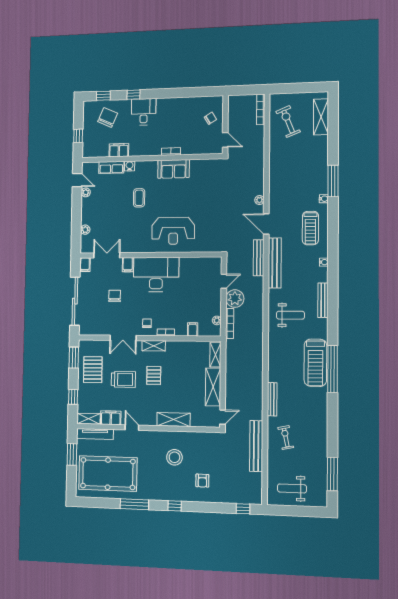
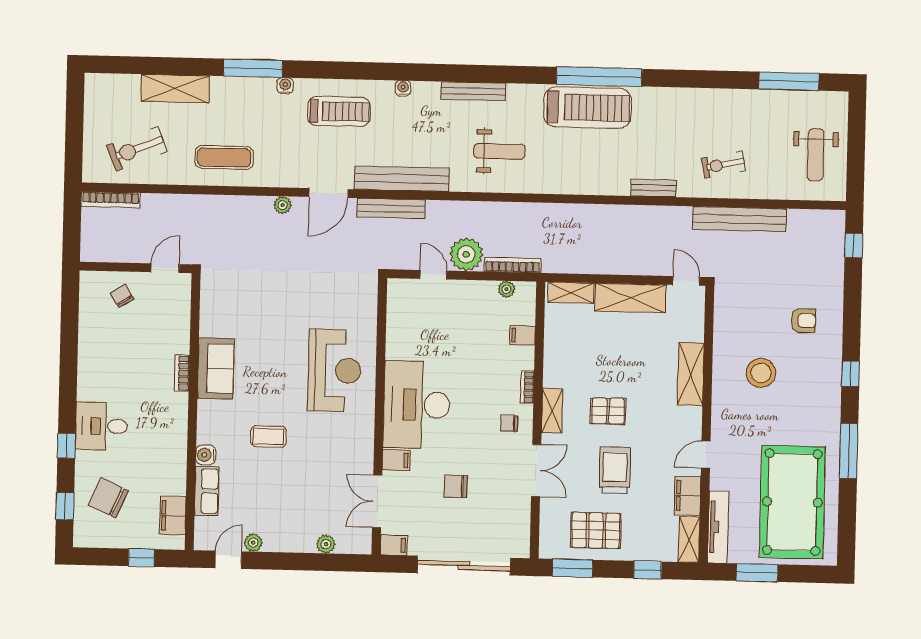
shelving: (321, 117) -> (175, 89), moved
filing cabinet: (119, 150) -> (173, 516), moved
exercise mat: (284, 168) -> (224, 157), added
weight bench: (290, 315) -> (499, 151), turned 90
bench: (272, 399) -> (654, 188), width x0.73

